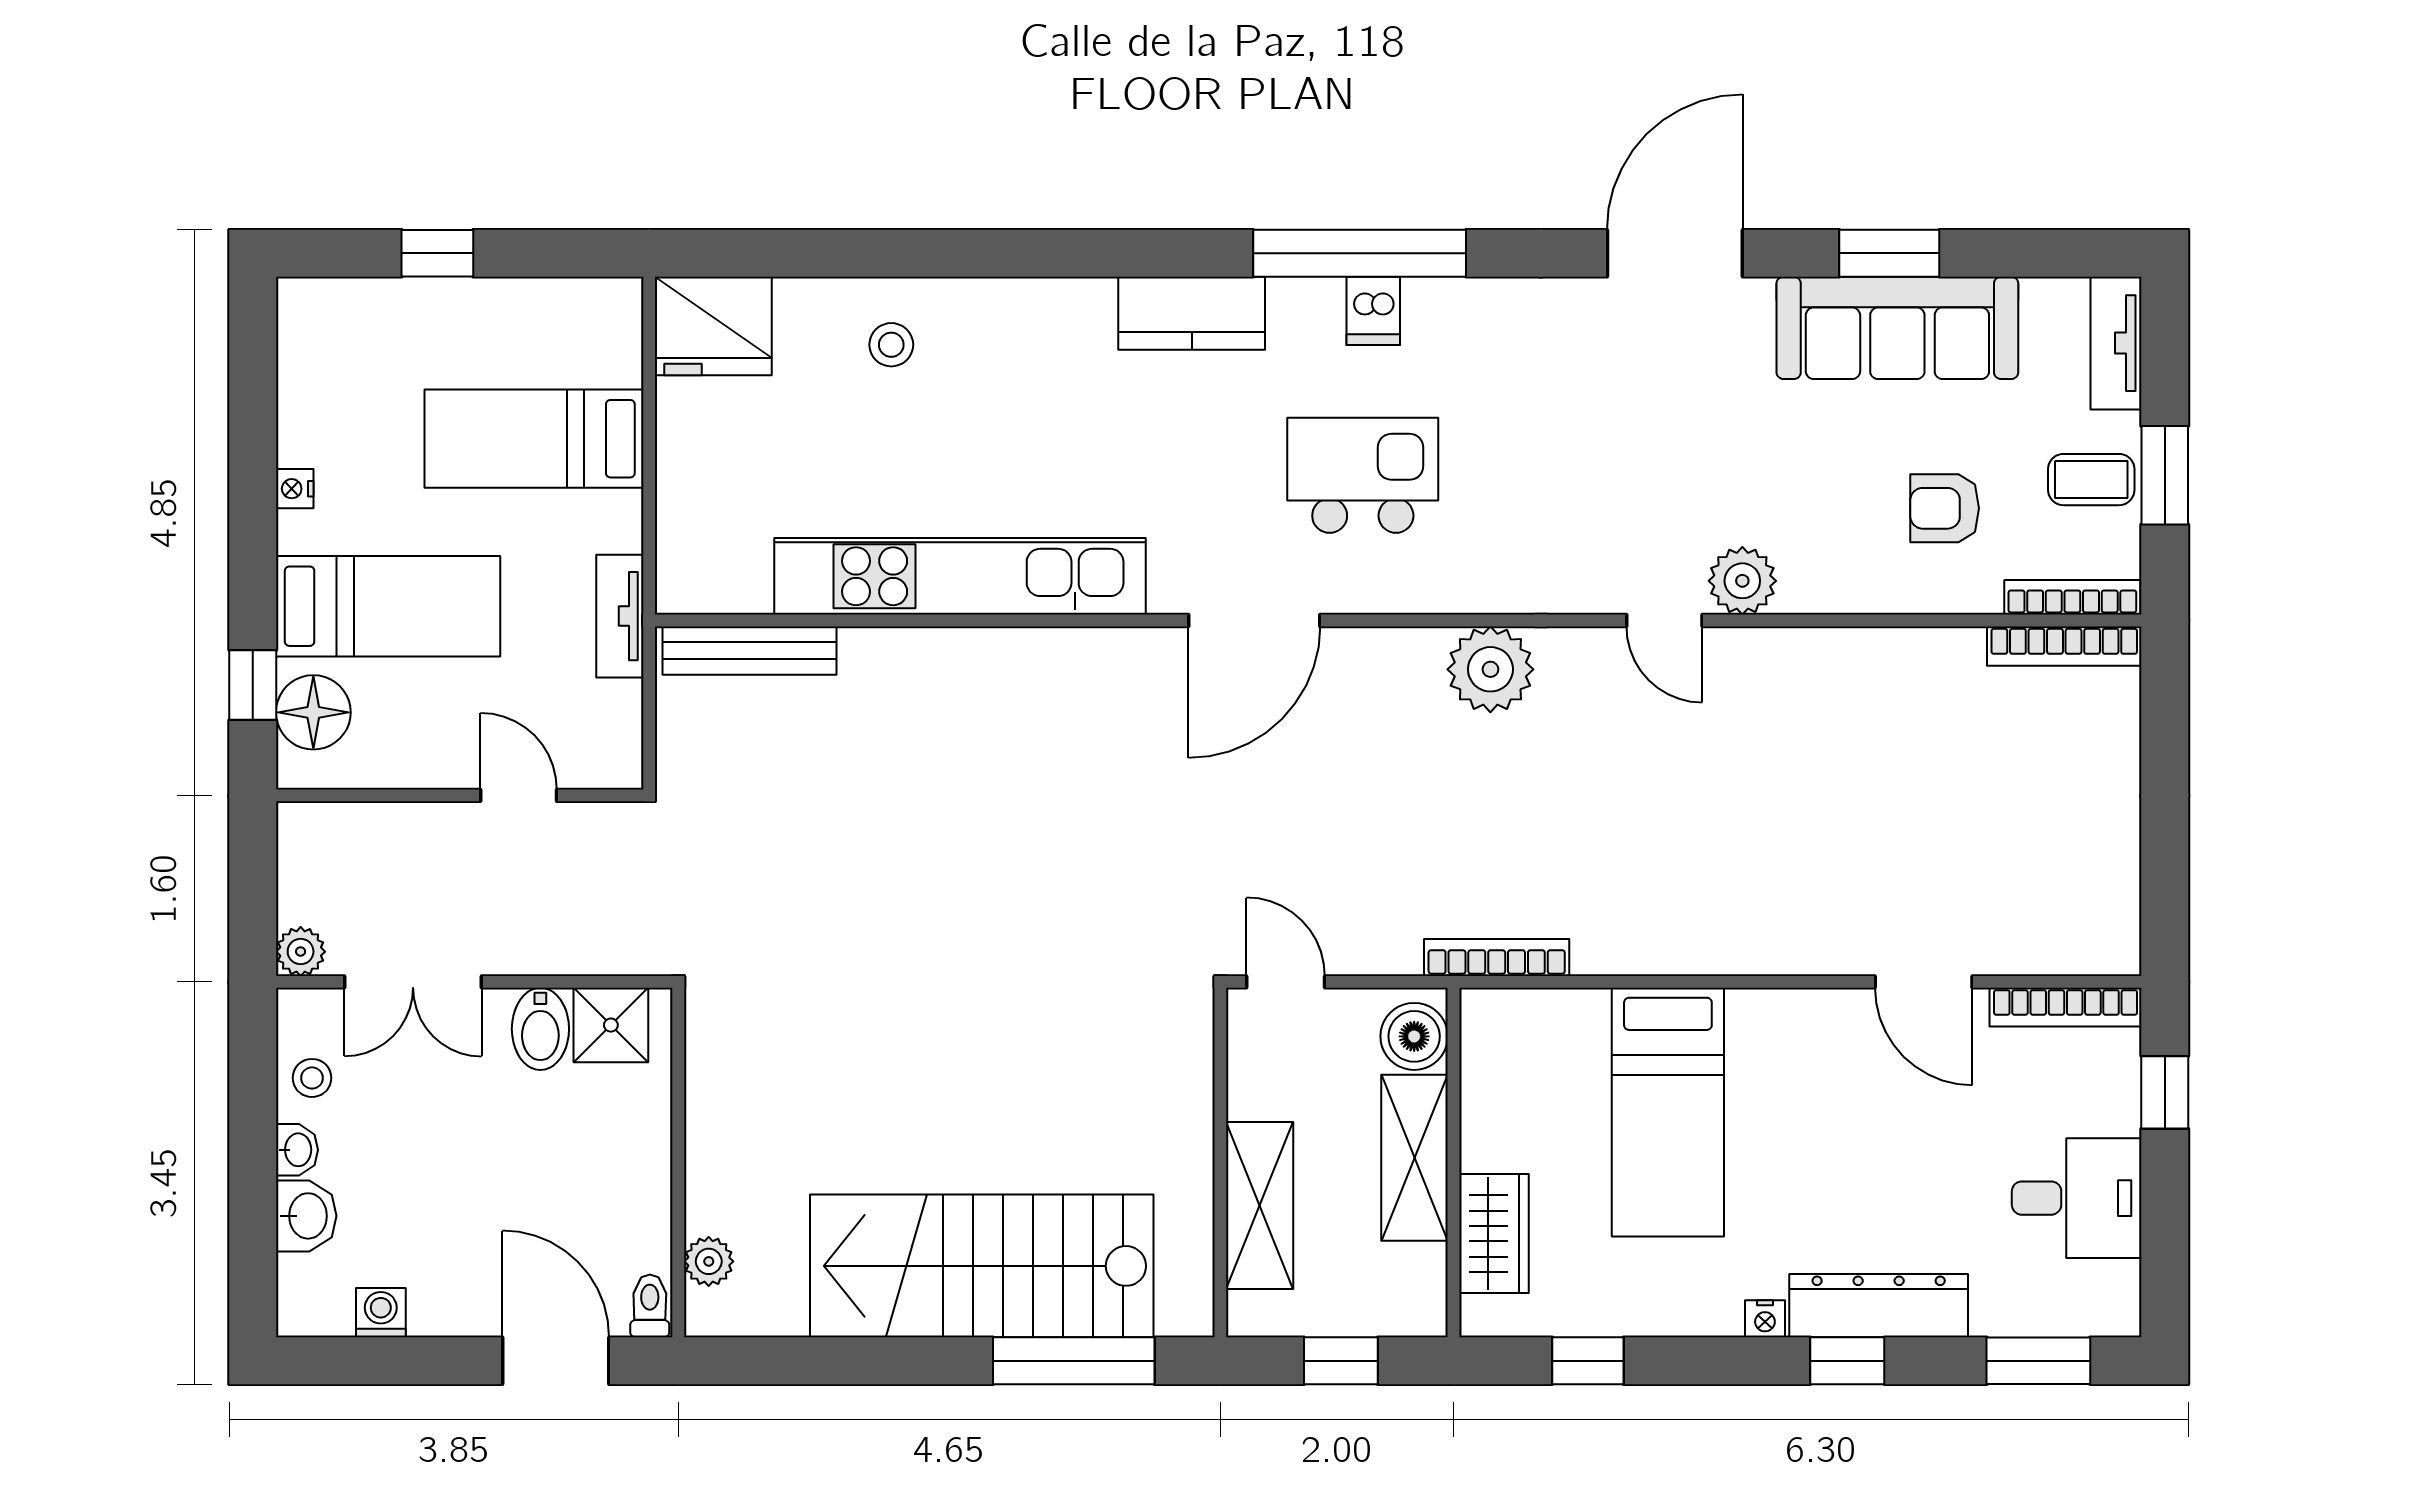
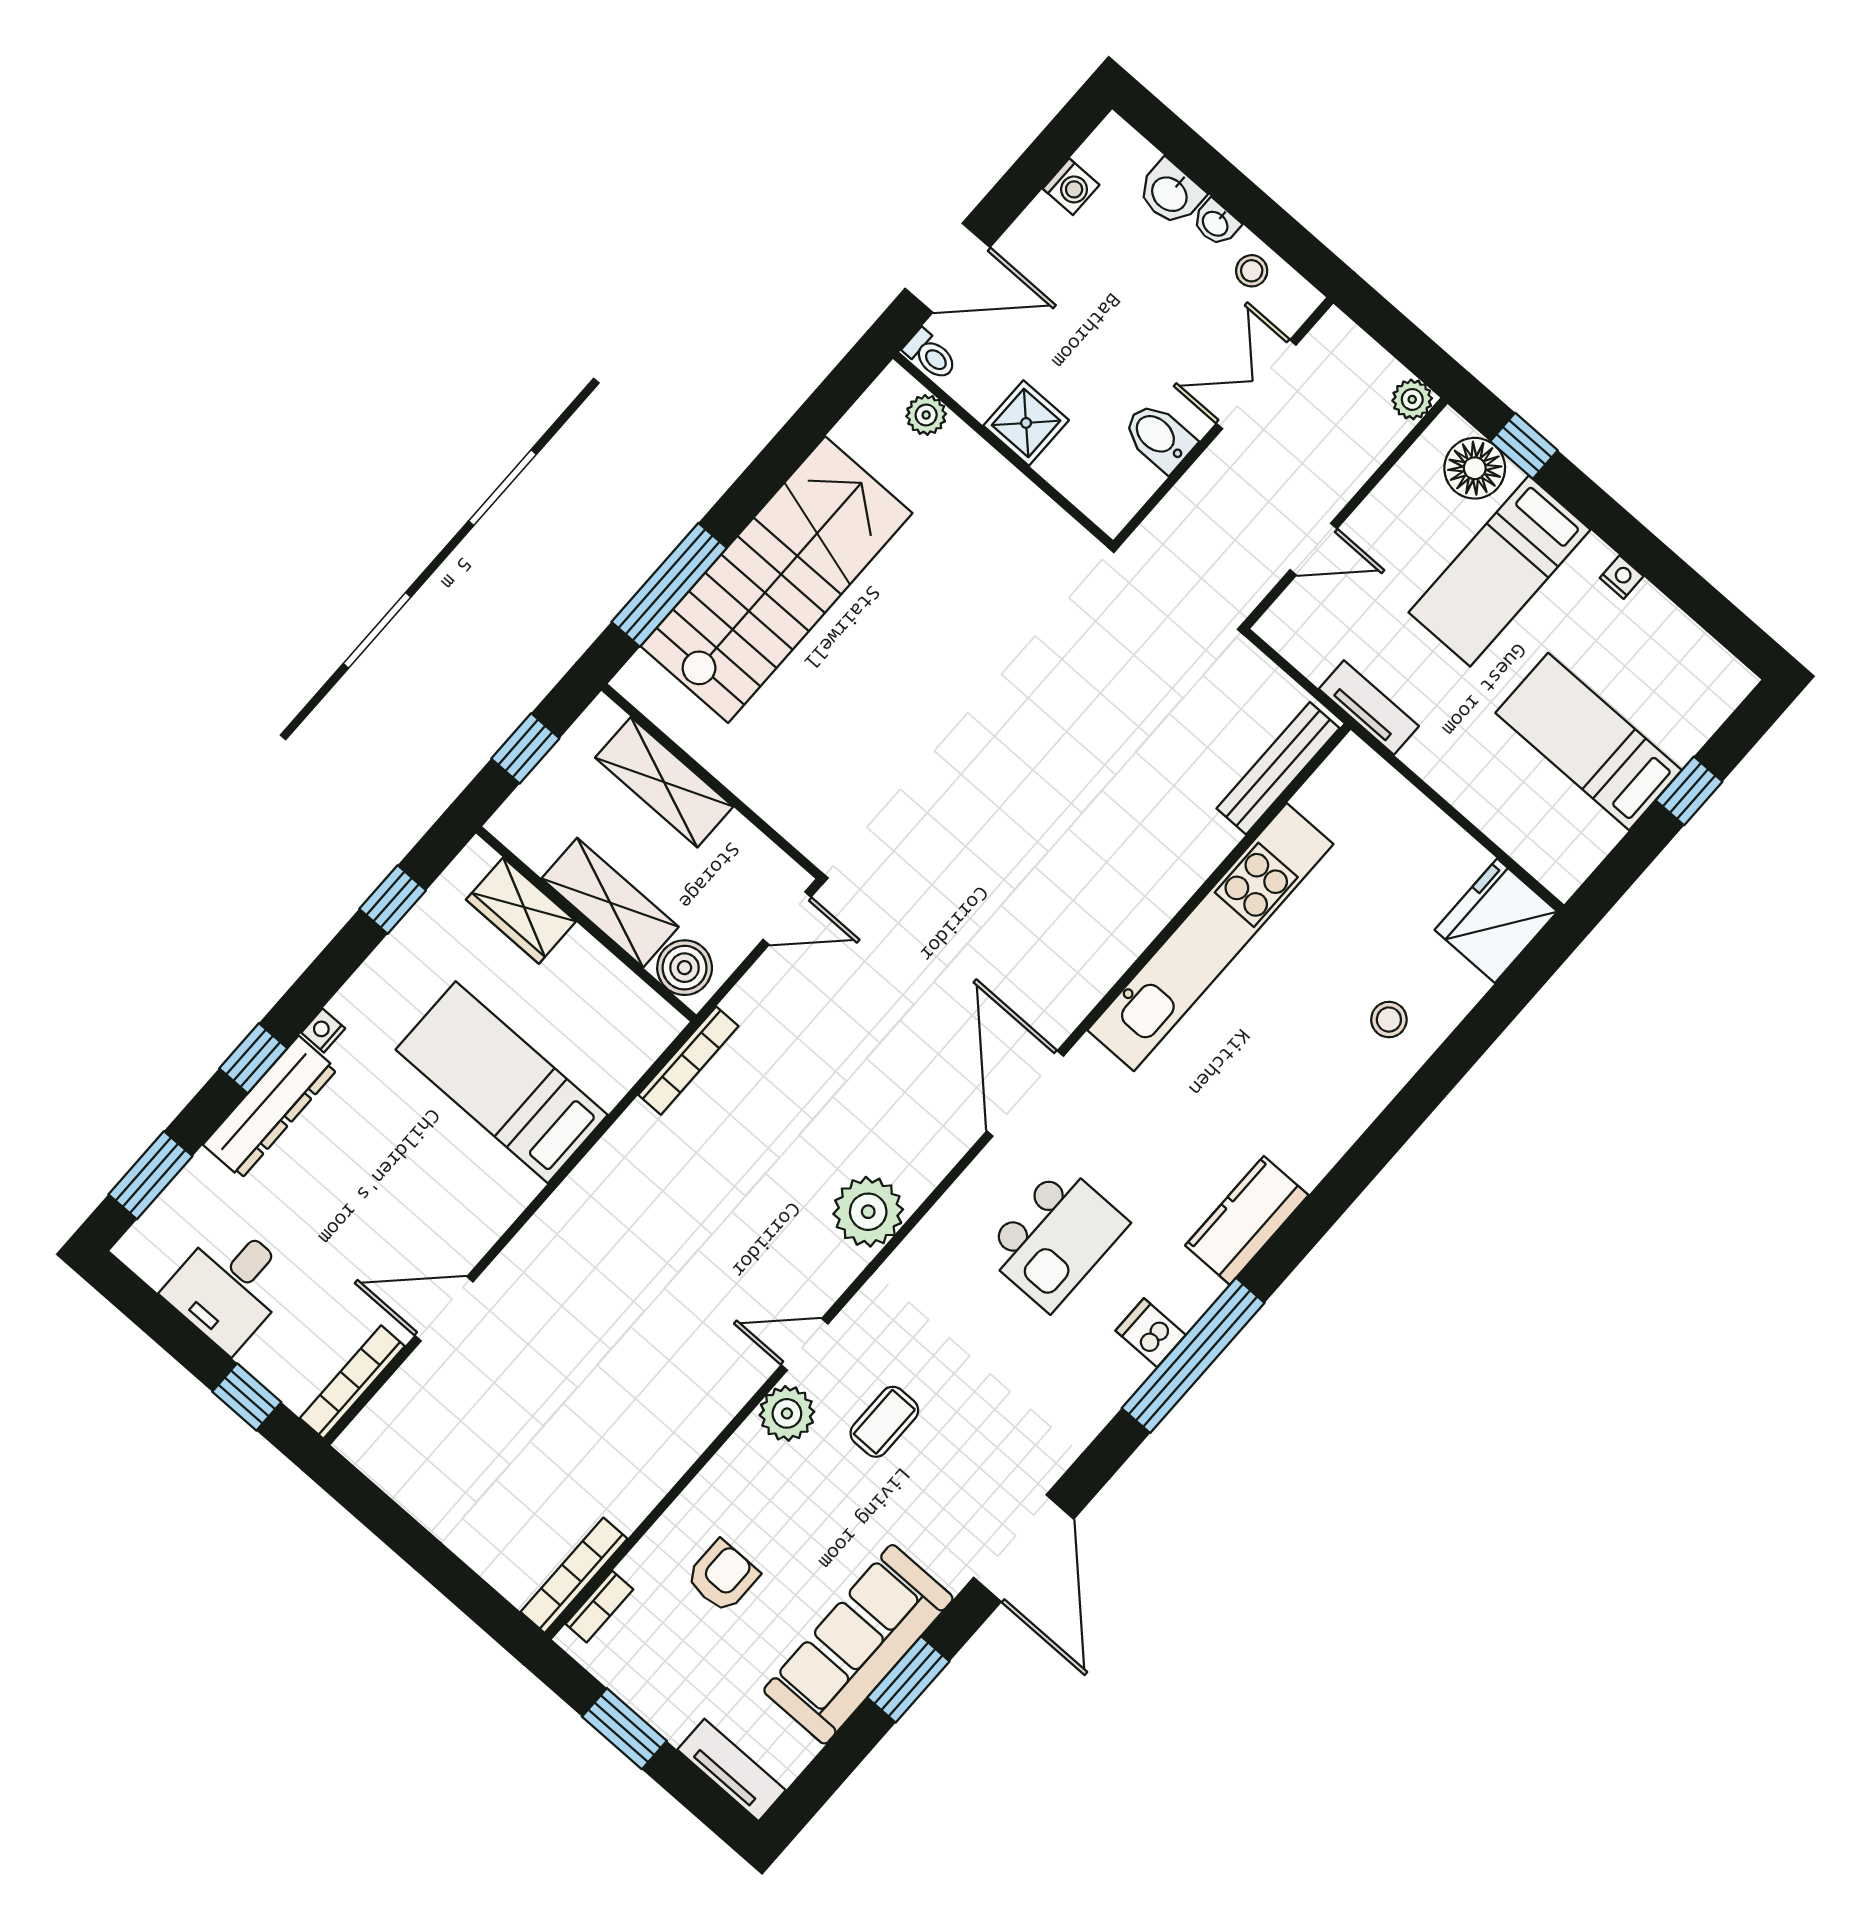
bed: (534, 439) -> (1589, 742), moved, turned -90
coffee table: (2091, 480) -> (884, 1422), moved
bookcase: (2072, 597) -> (599, 1607), width x0.64
plant: (301, 952) -> (1412, 399), moved
shower: (611, 1025) -> (1026, 423), moved

